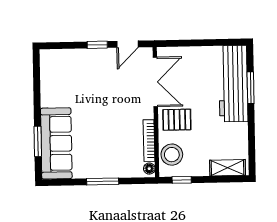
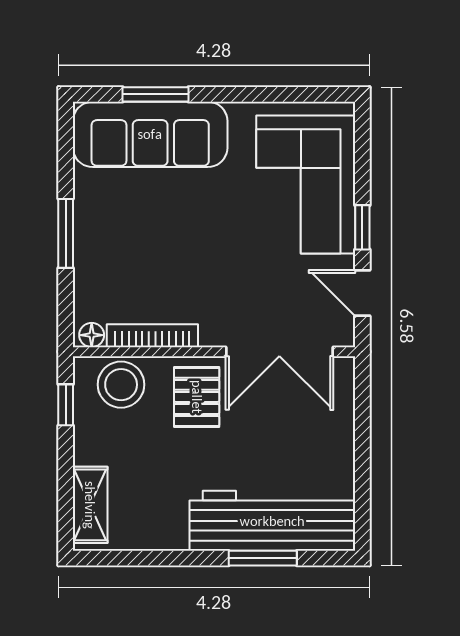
corner sofa: (78, 71) -> (306, 185), added

